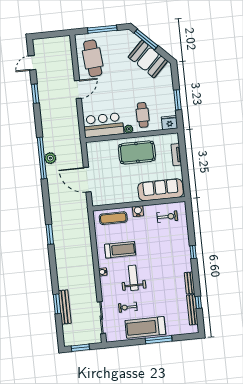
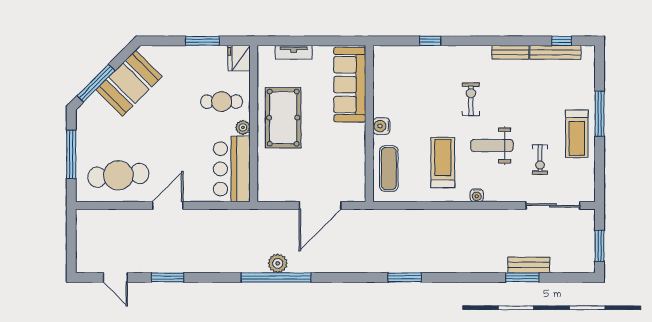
door: (78, 89) -> (168, 205), hinge flipped
exercise bike: (167, 217) -> (471, 99), moved
window: (193, 252) -> (430, 41), moved
window: (198, 302) -> (562, 41), moved
bench: (65, 307) -> (529, 265), width x0.73
treadmill: (145, 327) -> (577, 134), width x0.73, depth x0.73

